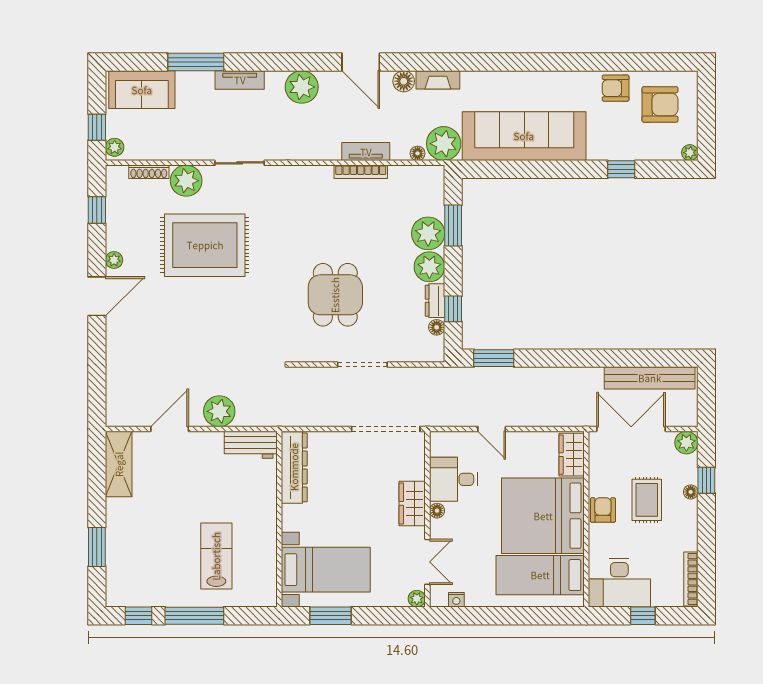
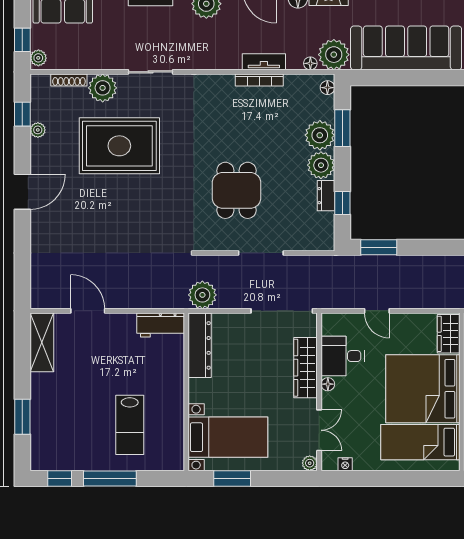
plant: (114, 260) -> (38, 130), moved
floor lamp: (437, 327) -> (327, 88), moved
plant: (219, 411) -> (202, 295), moved
door: (170, 429) -> (88, 311), hinge flipped
wardrobe: (412, 503) -> (306, 368), width x1.50
lab bench: (216, 556) -> (130, 425), turned 180

